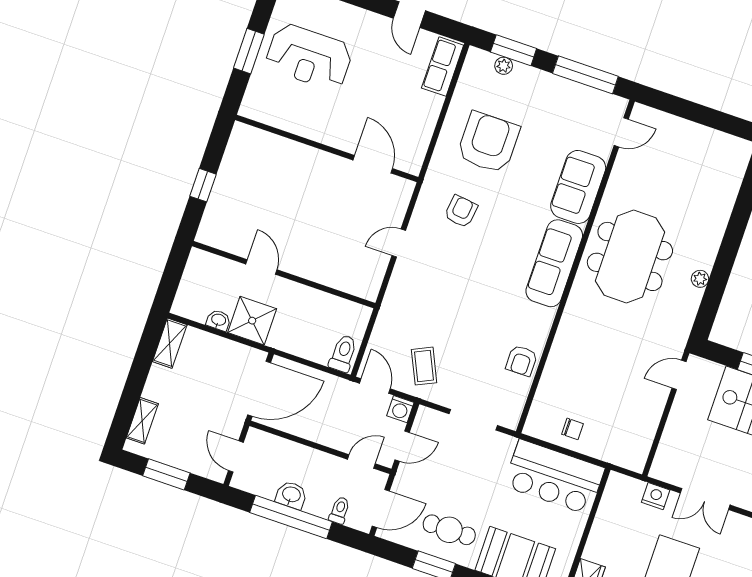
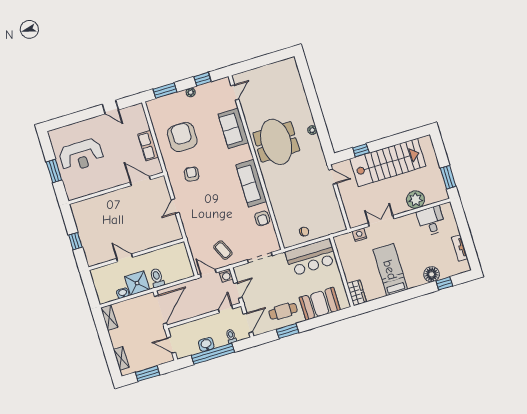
plant: (504, 66) -> (191, 92), moved
row of seats: (443, 67) -> (148, 146), moved
window: (585, 75) -> (203, 79), width x0.46
sofa: (554, 263) -> (251, 183), moved
toilet: (343, 353) -> (157, 278), moved
door: (679, 375) -> (333, 177), swing flipped
double door: (705, 499) -> (381, 221), swing flipped

